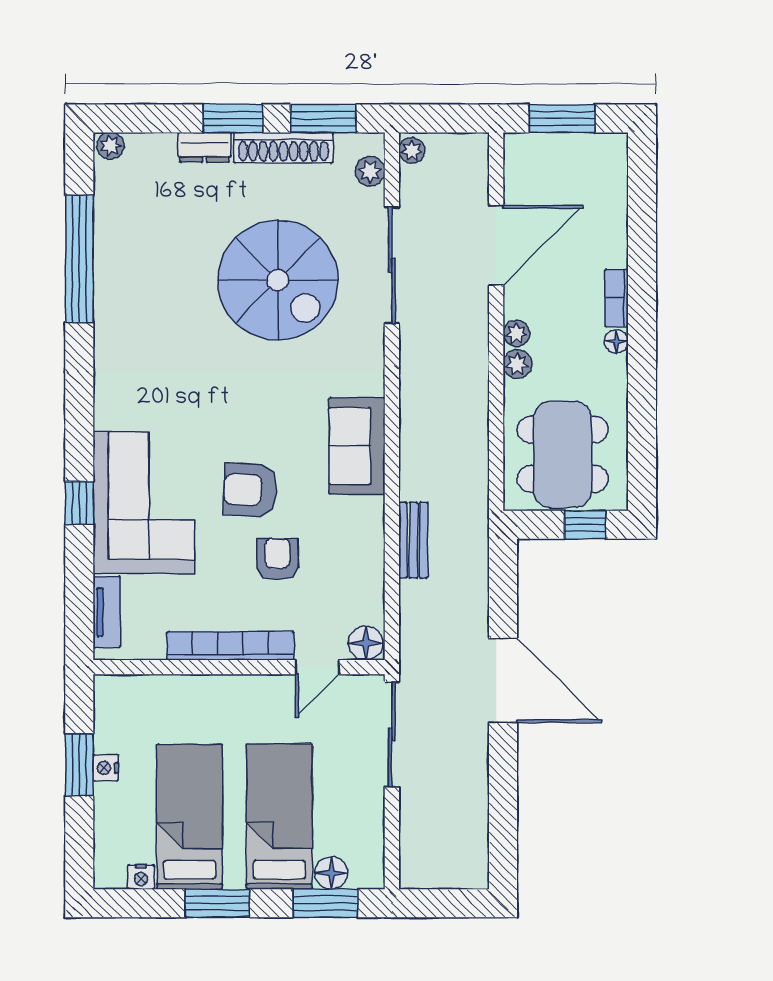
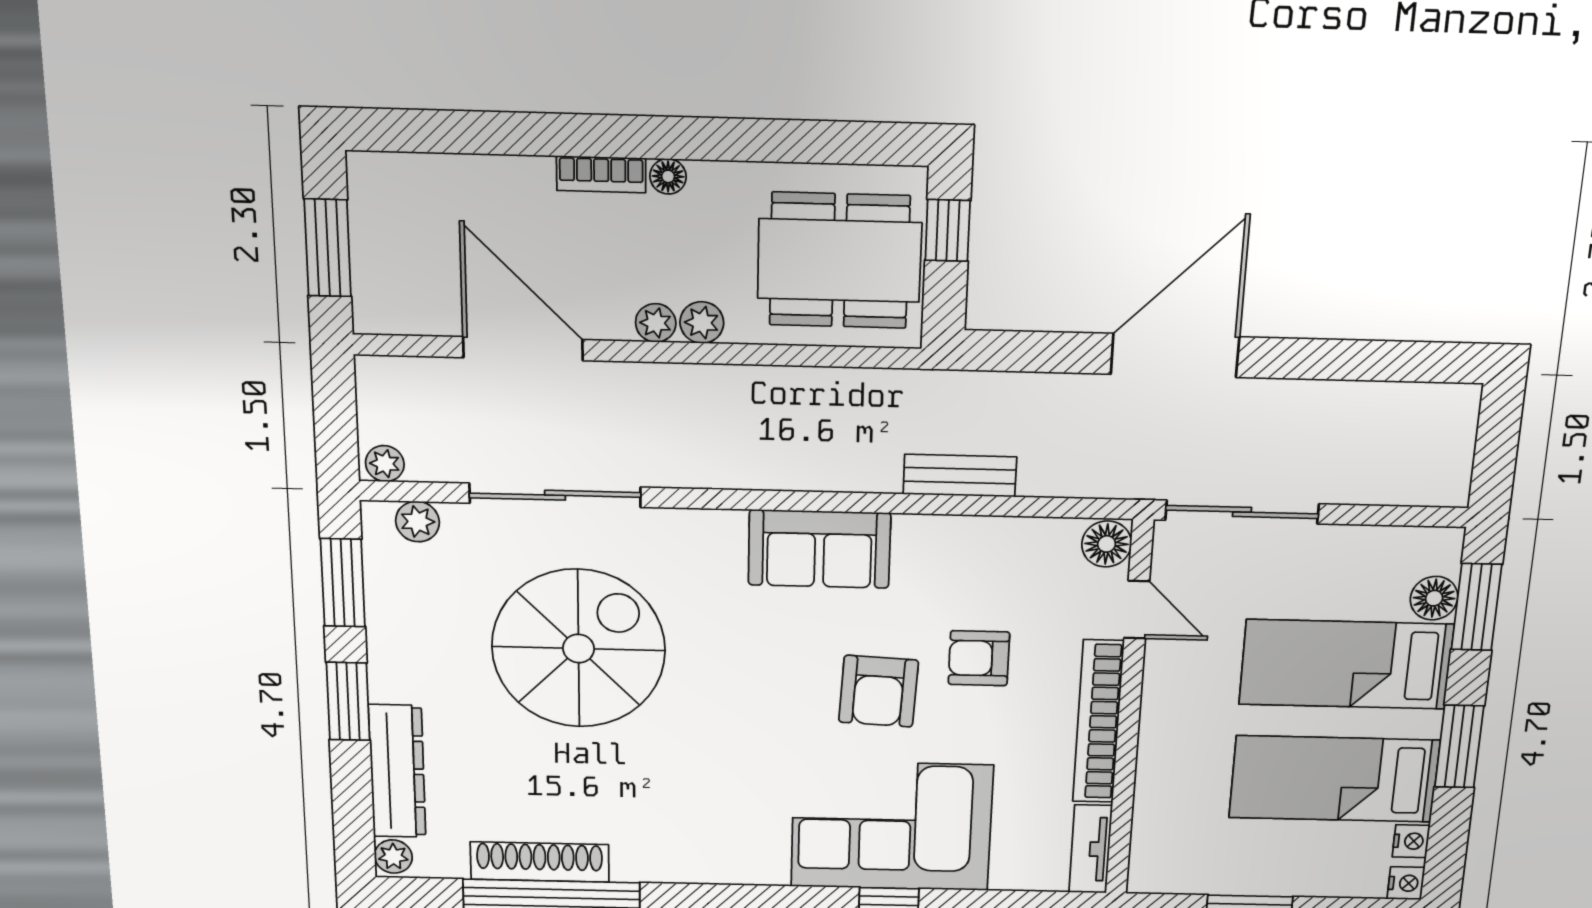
dresser: (205, 147) -> (397, 771), width x1.96, depth x1.24
shoe rack: (283, 148) -> (540, 862), moved, turned -90
tv unit: (107, 612) -> (1091, 849), moved, turned -90
nightstand: (106, 768) -> (1406, 883), moved, turned -90

